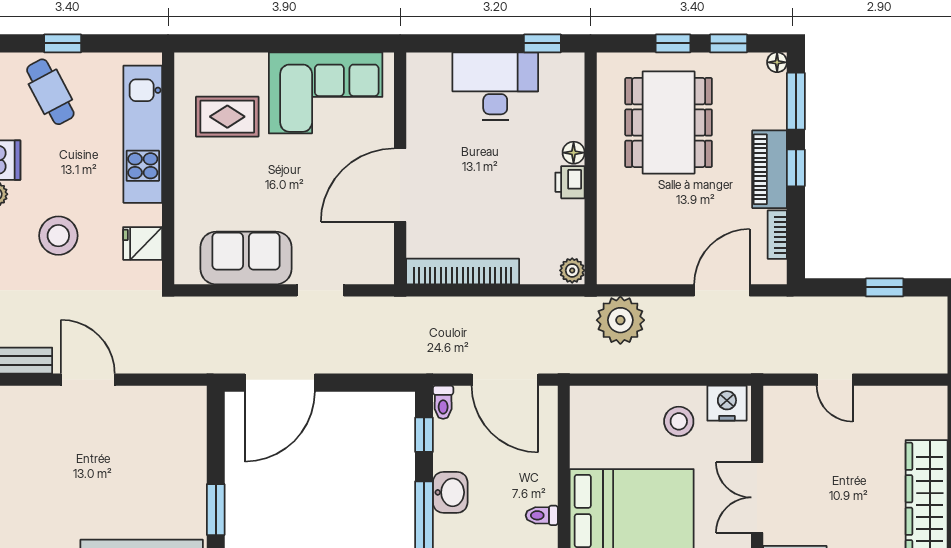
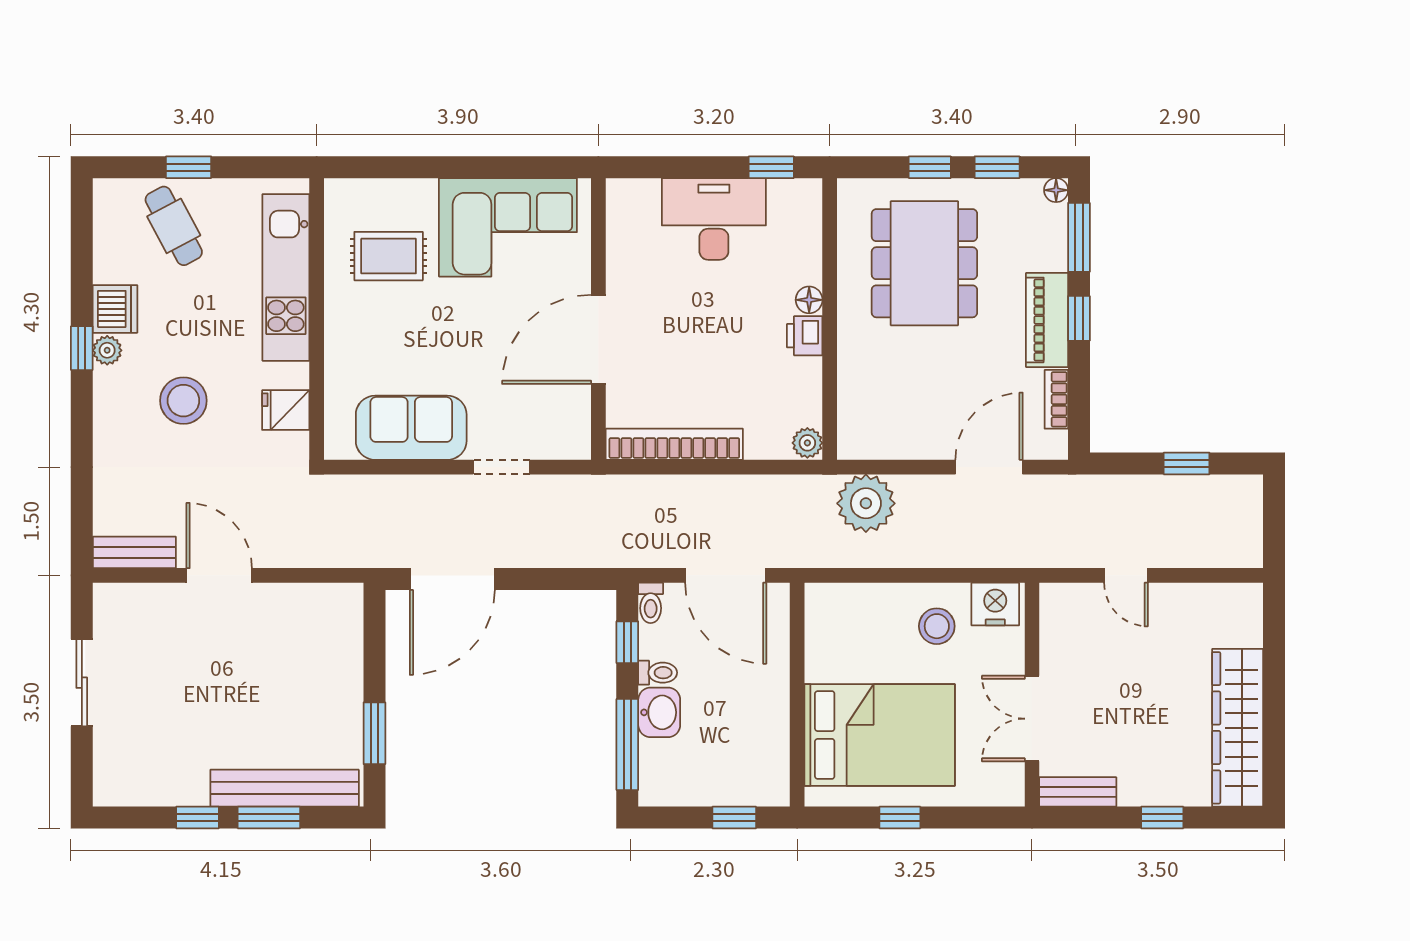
toilet: (542, 515) -> (658, 673), moved, turned 180

